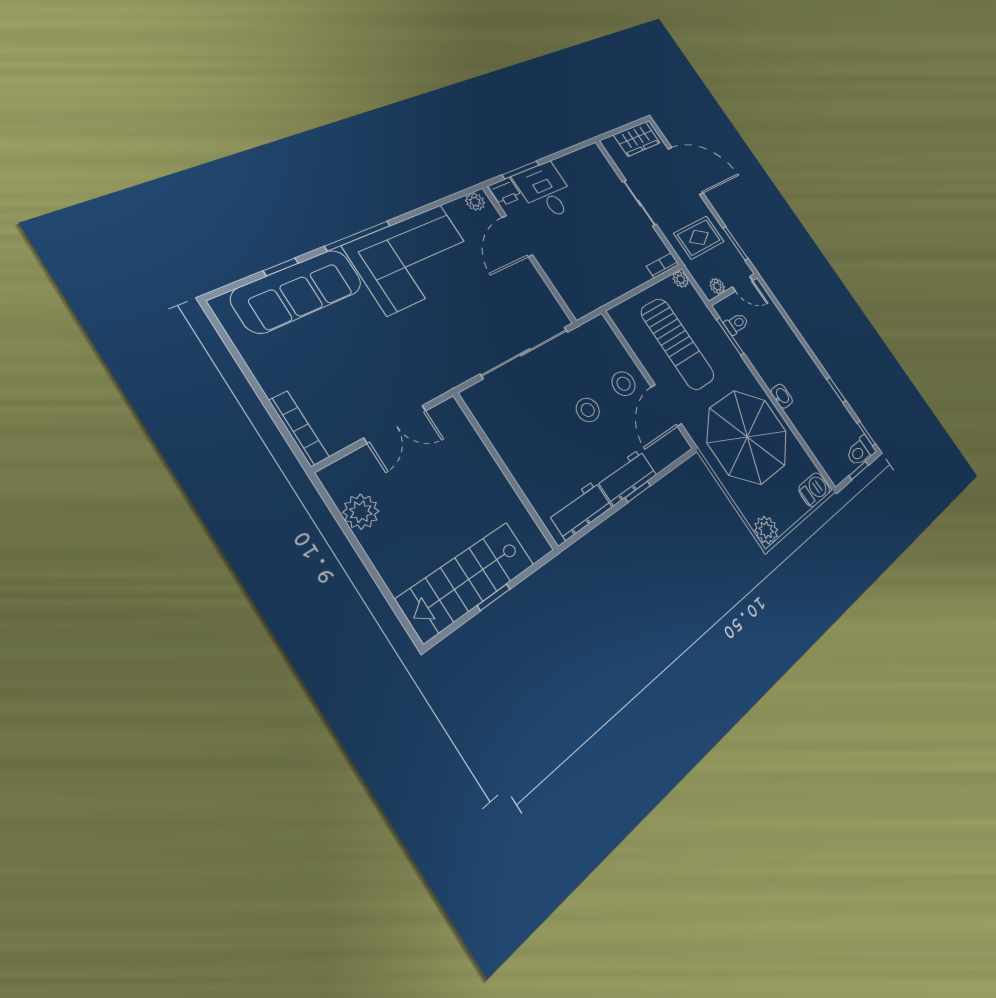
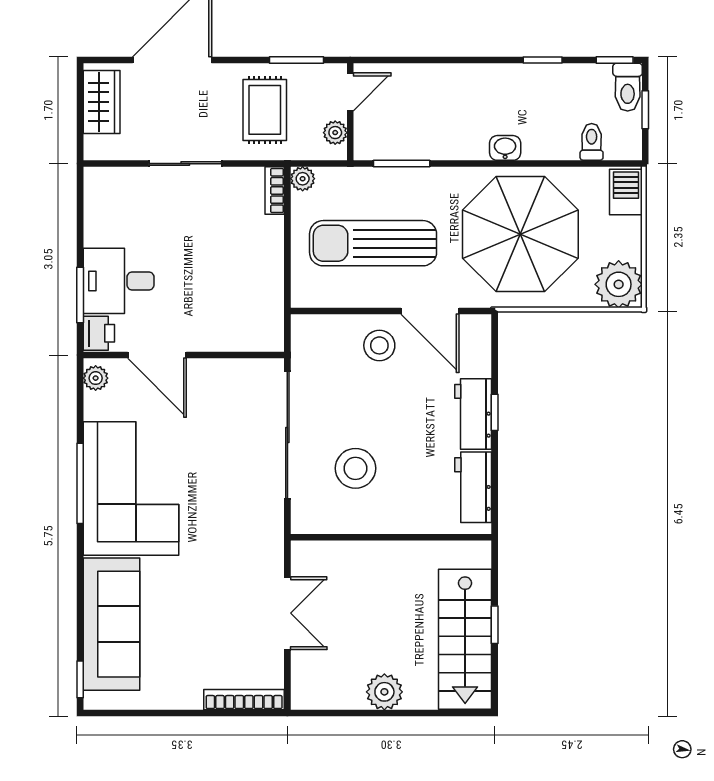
window: (358, 236) -> (80, 483), moved
window: (281, 267) -> (80, 679), moved
toilet: (736, 324) -> (592, 142), moved
sun lounger: (678, 344) -> (373, 243), turned 180
stool: (588, 410) -> (355, 468), moved, width x1.38, depth x1.38
plant: (361, 512) -> (384, 692), moved
plant: (766, 530) -> (619, 284), width x1.36, depth x1.36

